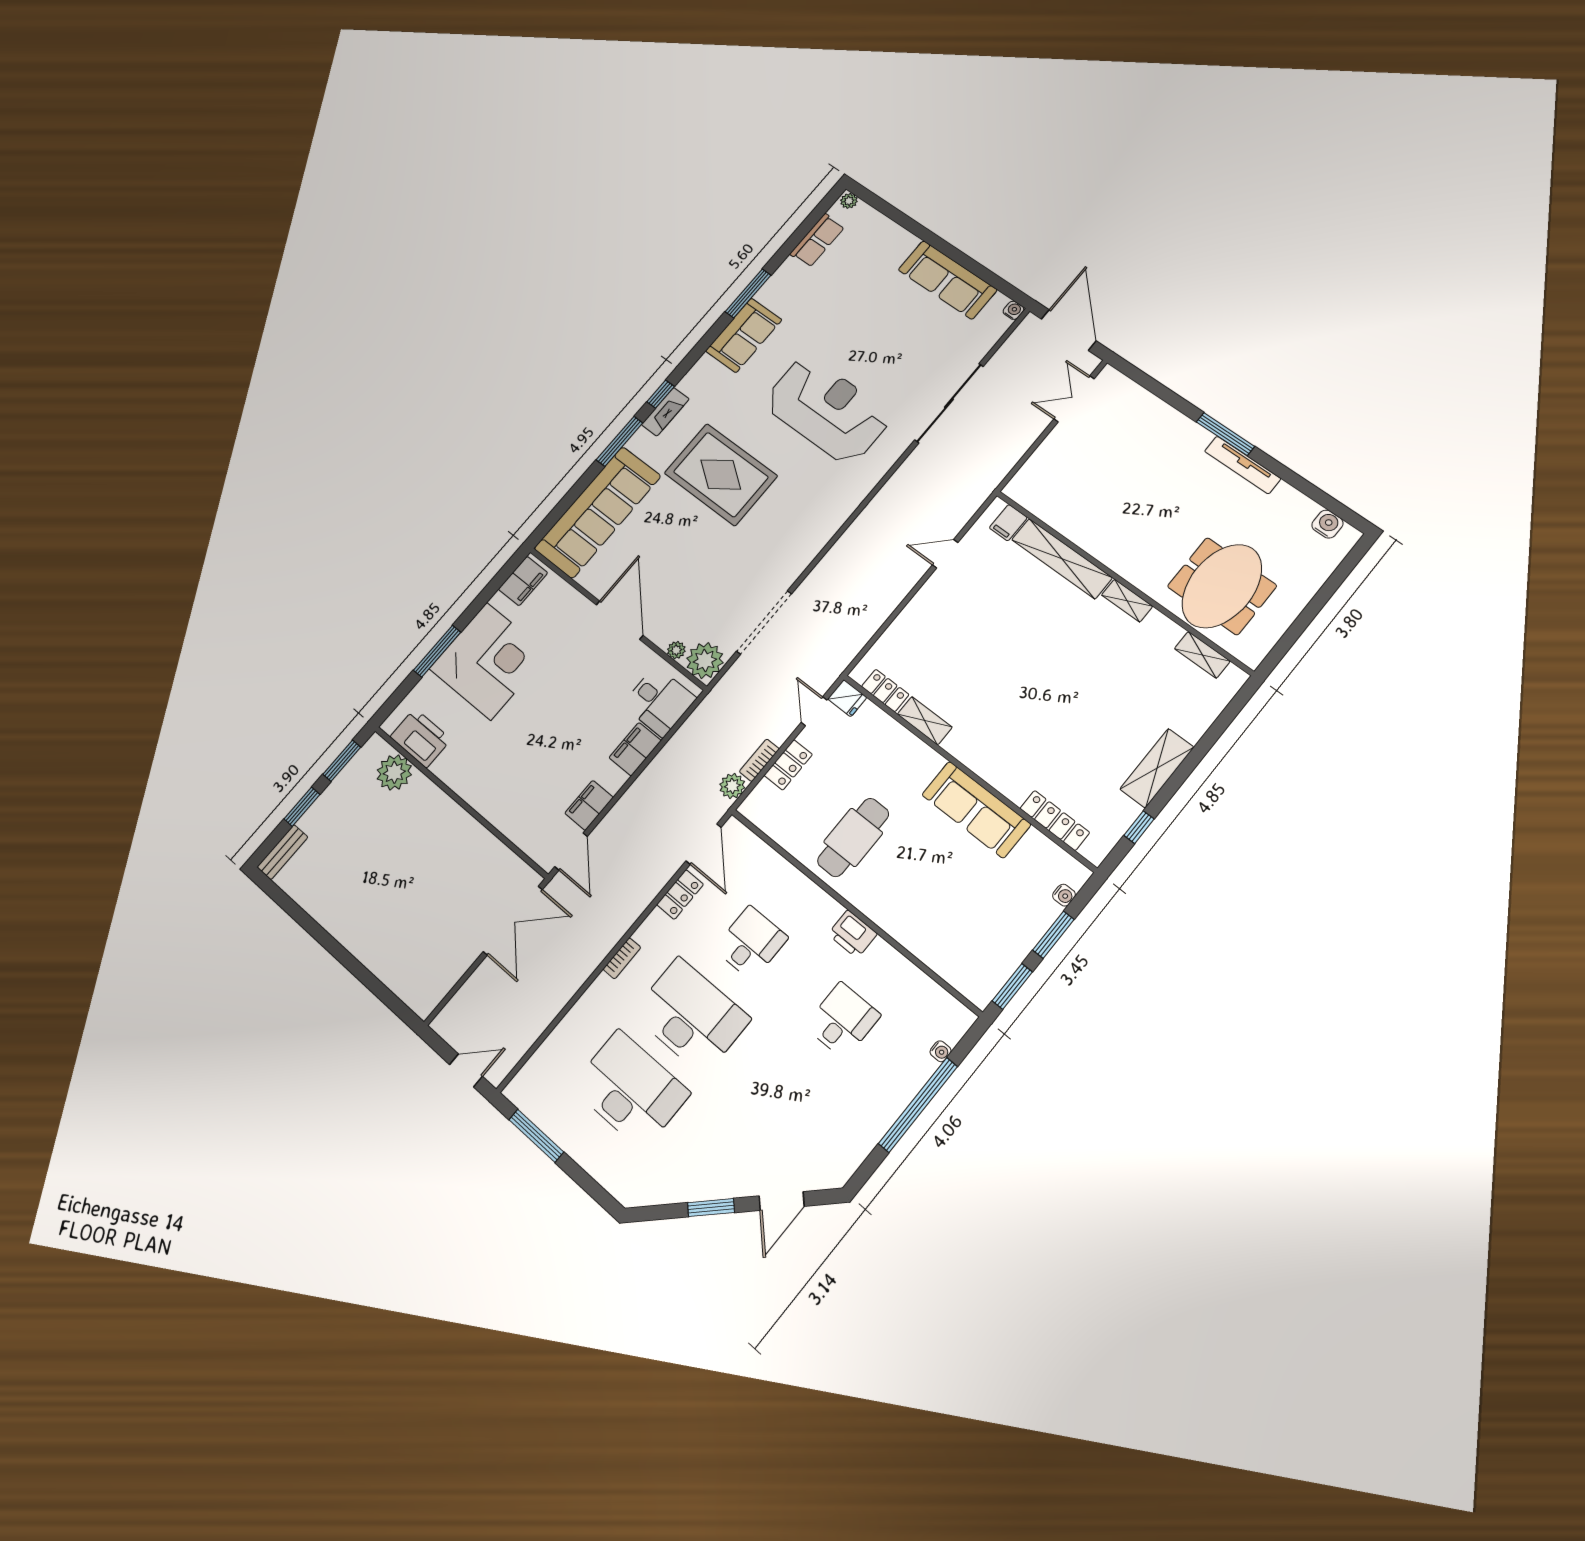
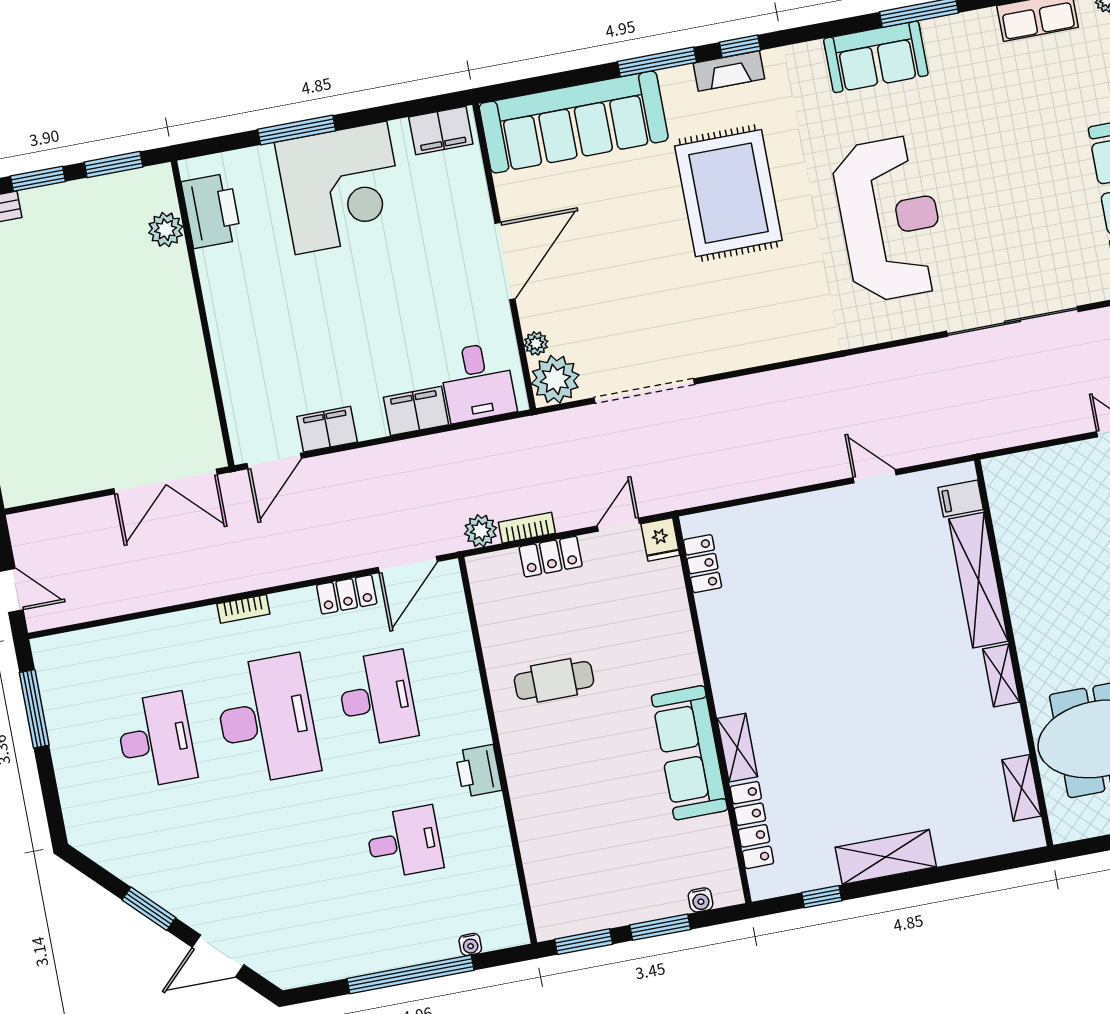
shelving: (925, 721) -> (737, 748), moved
plant: (394, 772) -> (166, 230), width x0.73, depth x0.73
cafe table: (853, 837) -> (554, 680), width x0.73, depth x0.74
desk: (751, 943) -> (377, 699), width x1.37
desk: (630, 1090) -> (156, 740), width x0.73, depth x0.77

